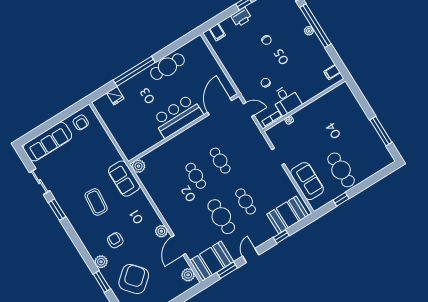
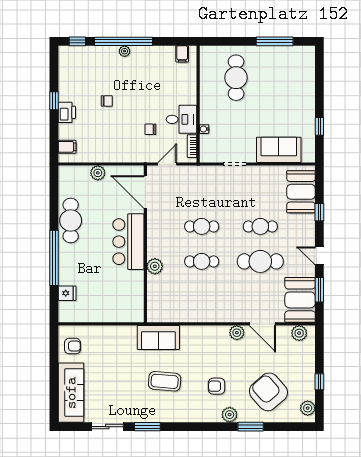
plant: (212, 65) -> (98, 173), added
plant: (138, 166) -> (155, 266), moved
cafe table: (341, 170) -> (236, 78), moved, turned 90

